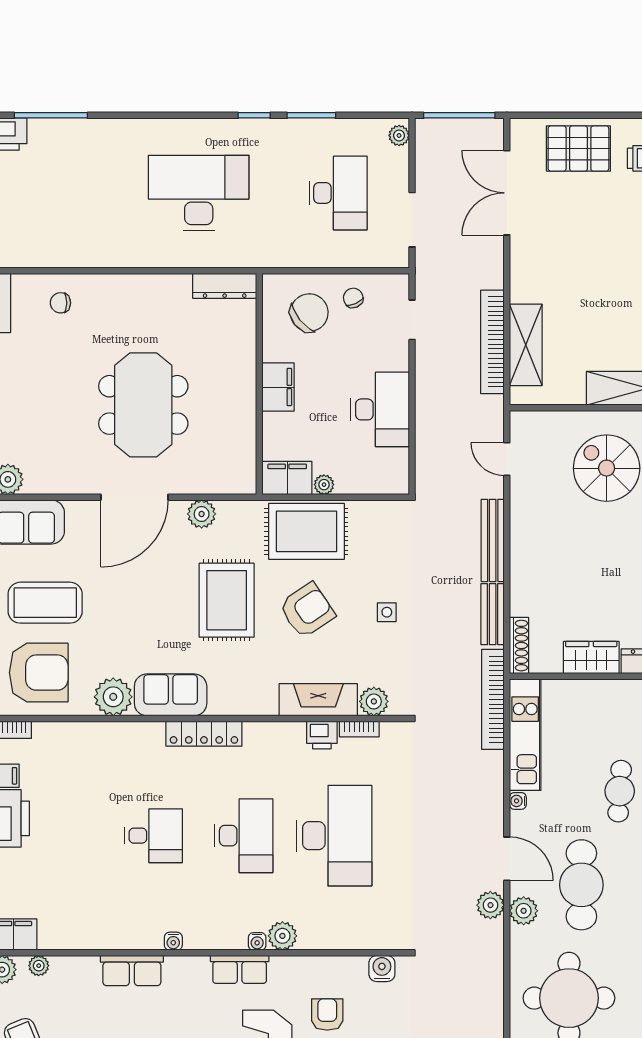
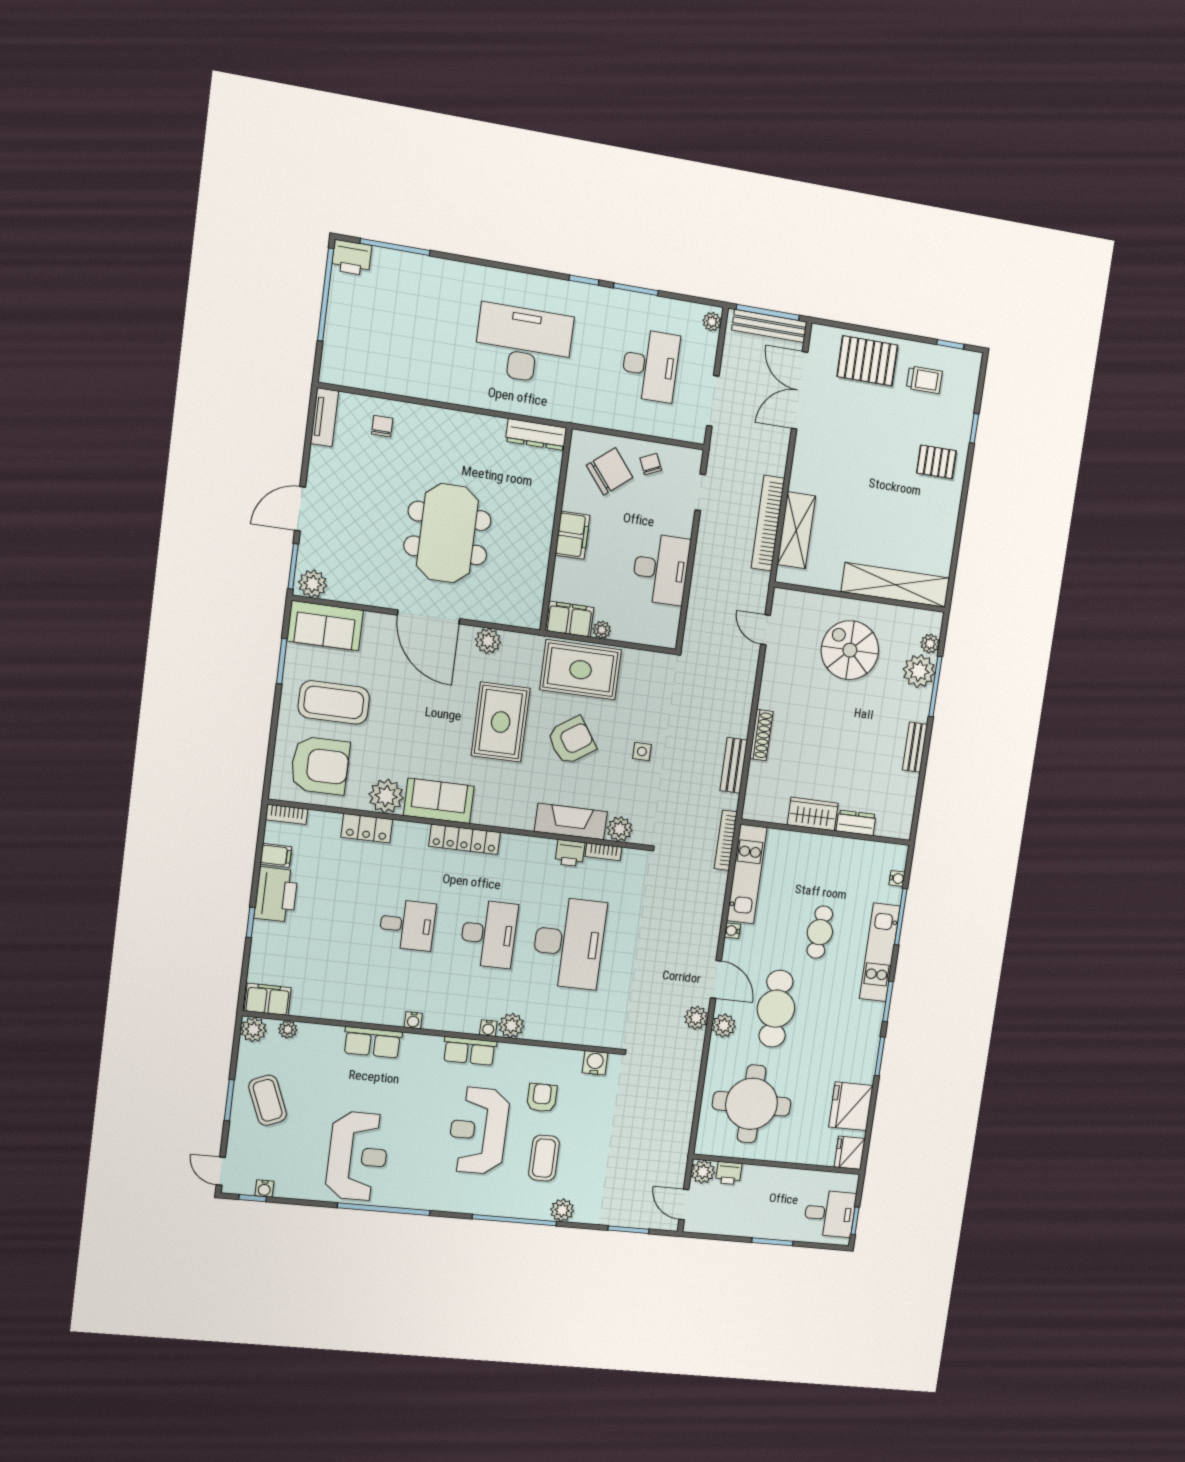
chair: (60, 303) -> (382, 426), turned 90
door: (134, 497) -> (429, 617), hinge flipped
bench: (493, 540) -> (769, 326), moved, turned 90
shoe rack: (519, 646) -> (761, 735), moved
bookcase: (493, 699) -> (726, 840), width x0.68, depth x0.76
locker: (97, 734) -> (367, 828), added

